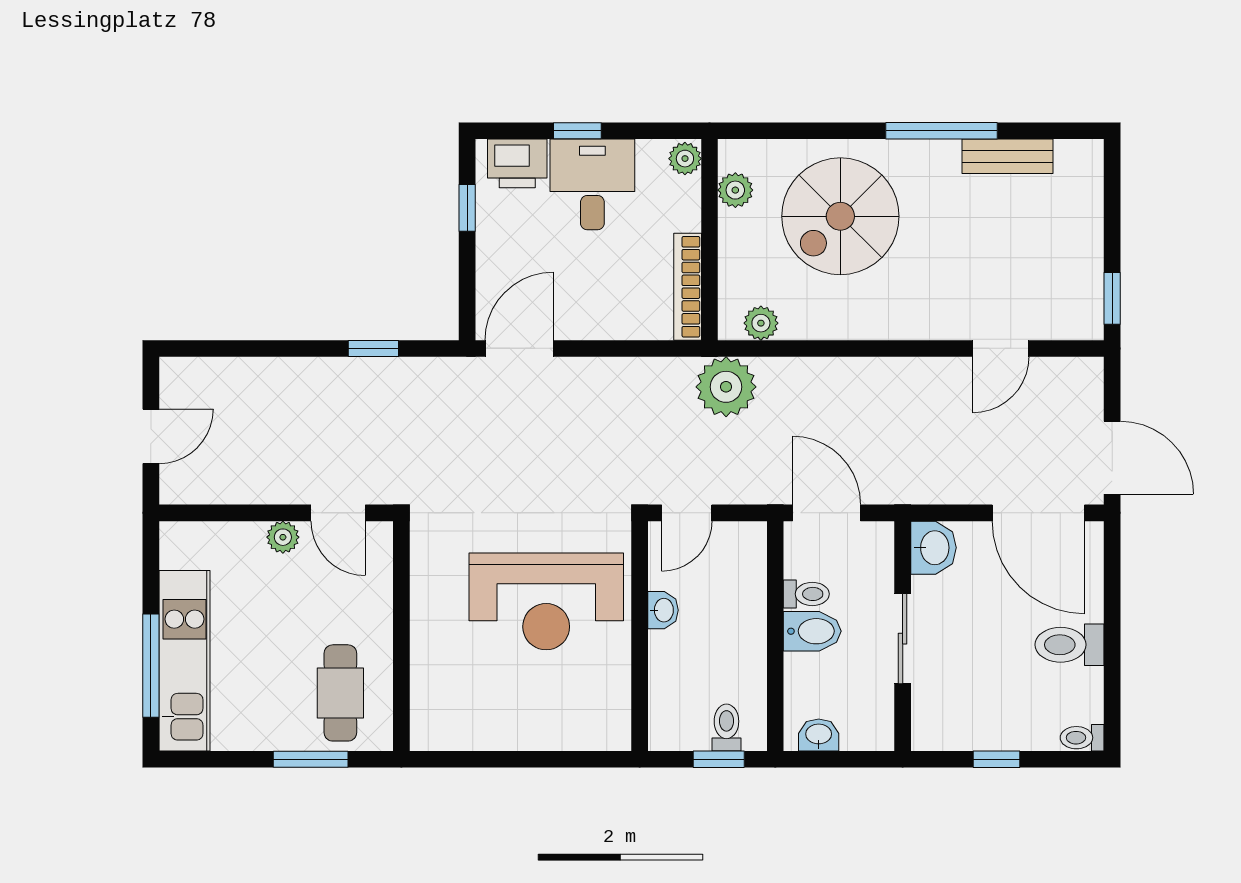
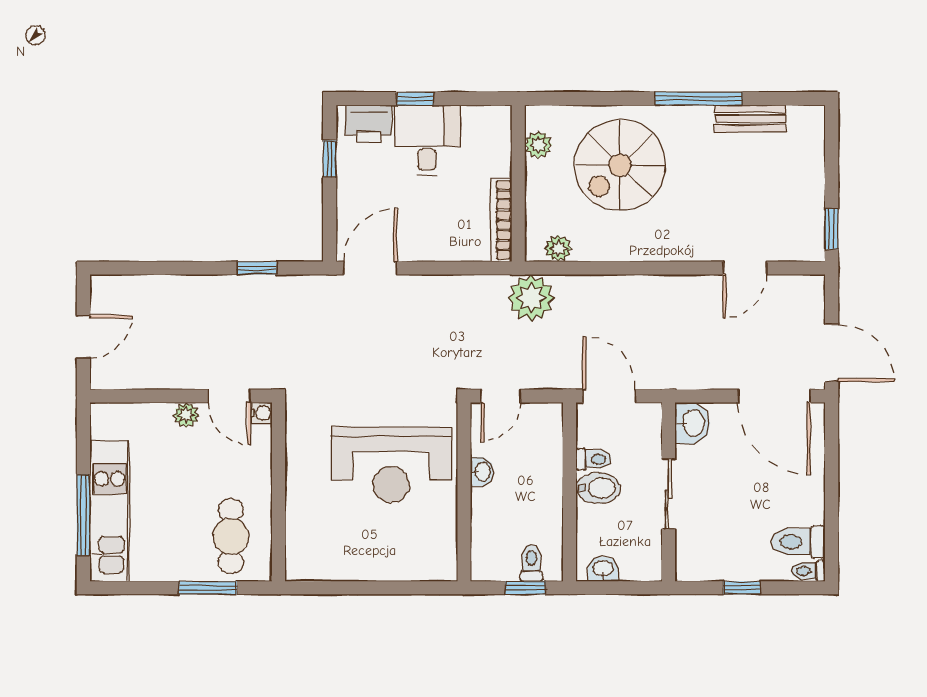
plant: (685, 159) -> (499, 120), removed
water cooler: (380, 535) -> (261, 413), added
toilet: (1069, 645) -> (798, 542), moved

